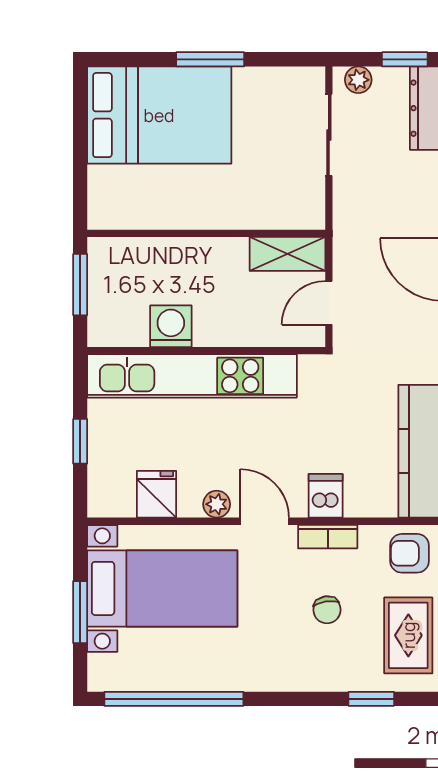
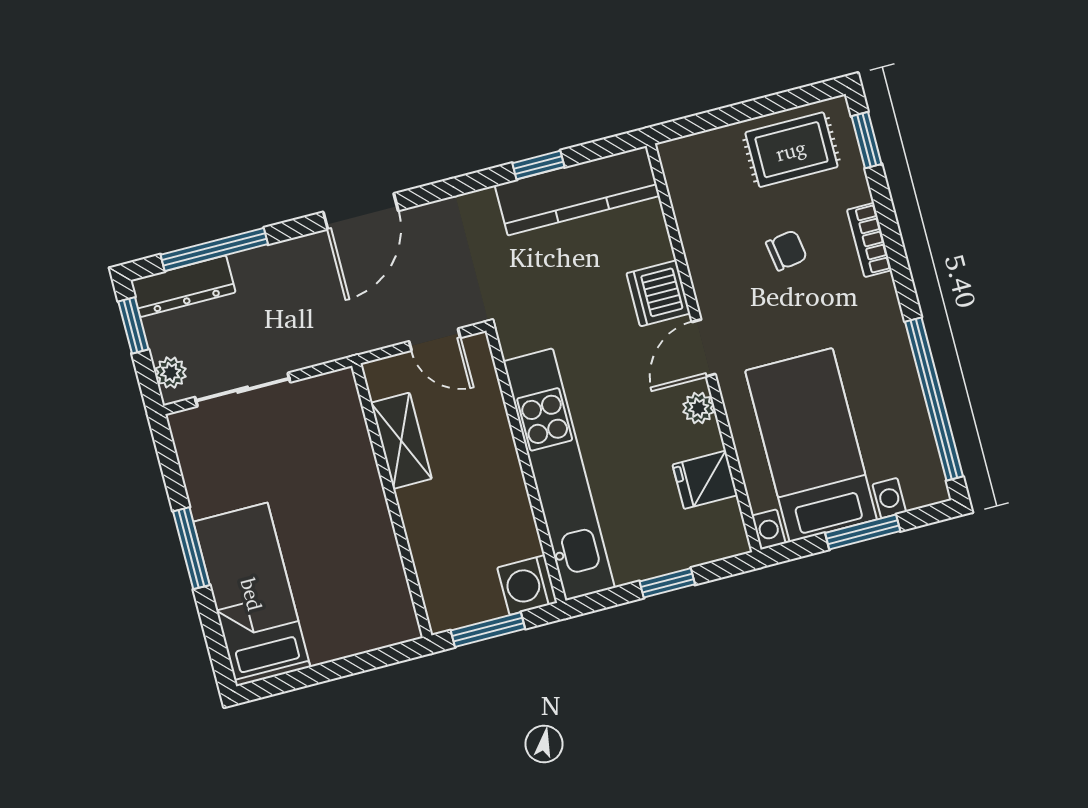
bed: (159, 115) -> (252, 594), width x0.67
shelving: (288, 254) -> (401, 441), moved
washing machine: (171, 326) -> (527, 585), moved
dishwasher: (326, 496) -> (658, 293), width x1.38
bookcase: (328, 537) -> (869, 240), moved, turned 180
armchair: (409, 553) -> (697, 173), removed
window: (371, 699) -> (867, 140), moved

